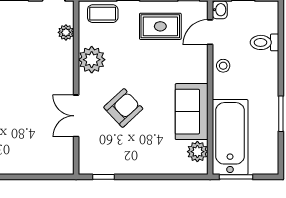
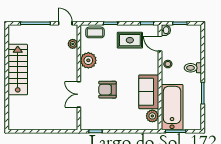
door: (210, 32) -> (160, 44), hinge flipped
toilet: (264, 42) -> (193, 68), moved
armchair: (123, 108) -> (107, 90), turned -137

